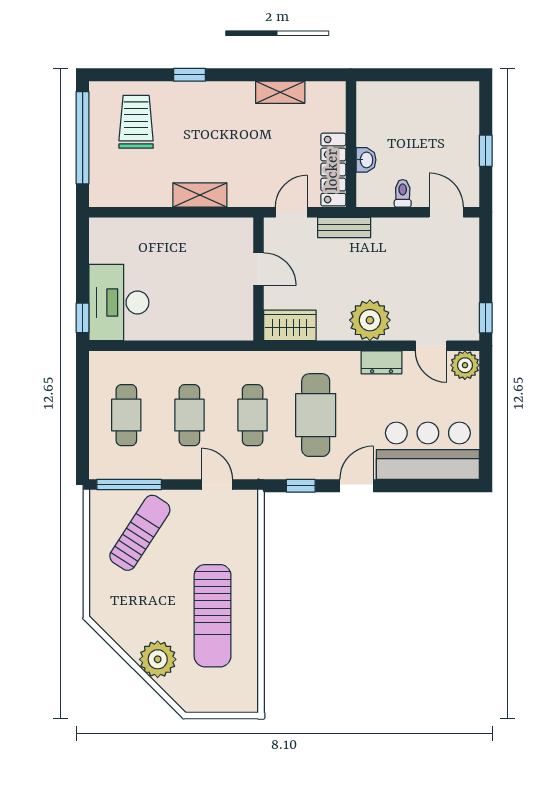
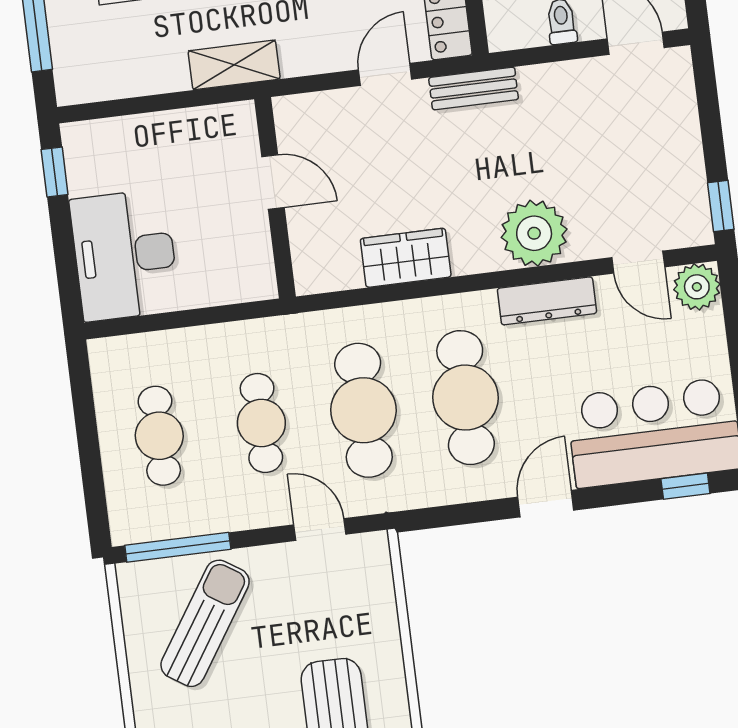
door: (258, 269) -> (273, 182), moved
wall: (258, 279) -> (275, 198), moved
window: (83, 318) -> (55, 172), moved
dresser: (382, 362) -> (547, 301), width x1.44
cafe table: (253, 415) -> (363, 410), width x1.37, depth x1.35
window: (301, 486) -> (685, 486), moved

